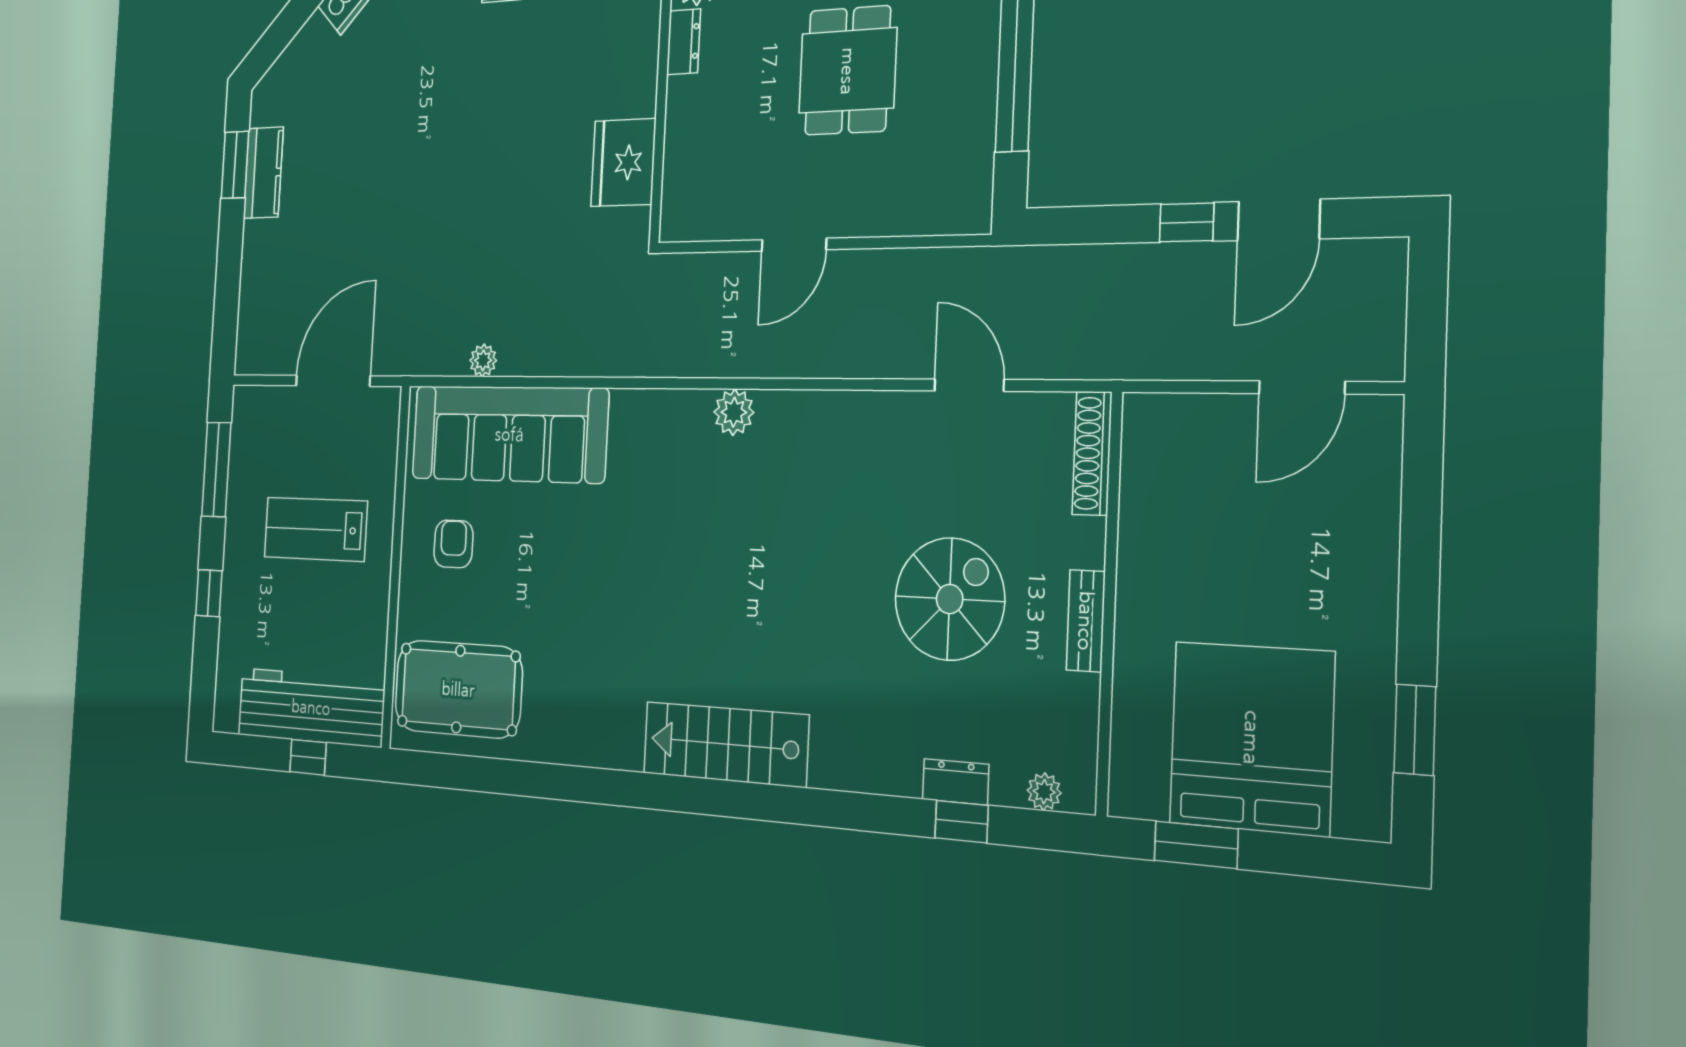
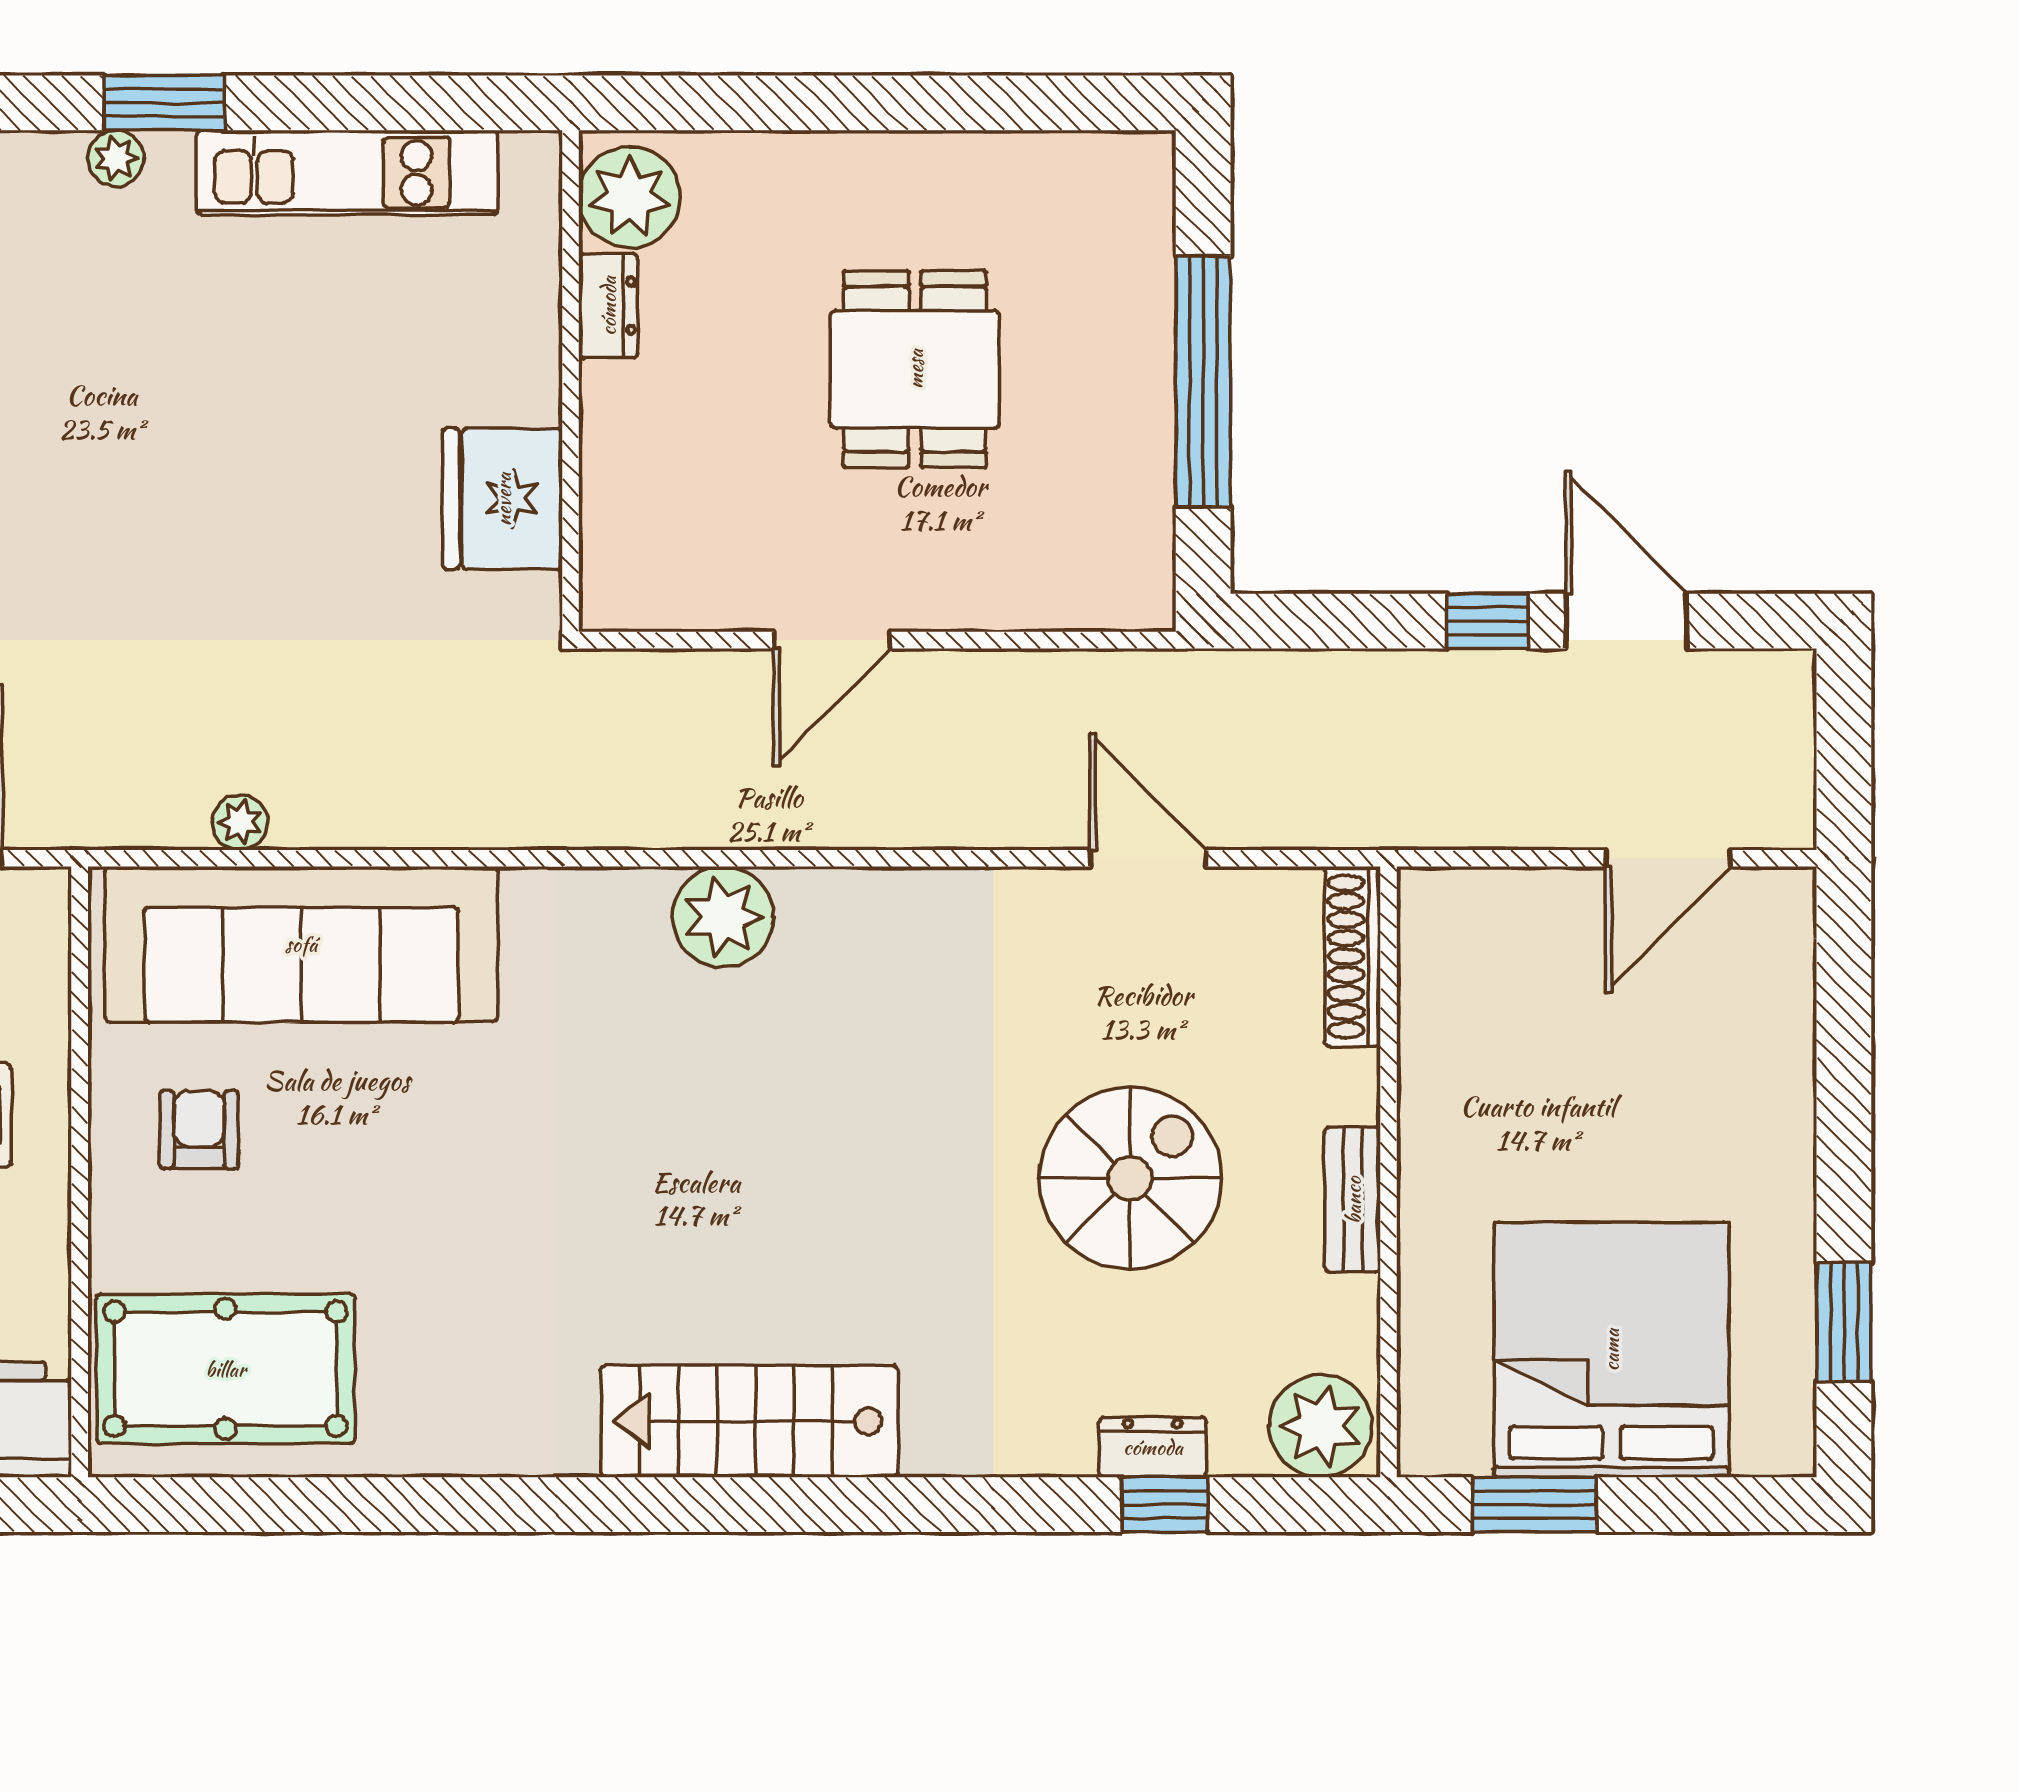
door: (1279, 220) -> (1626, 621), swing flipped
plant: (734, 412) -> (723, 917), width x1.36, depth x1.36
plant: (1044, 792) -> (1321, 1426), width x1.88, depth x1.88

